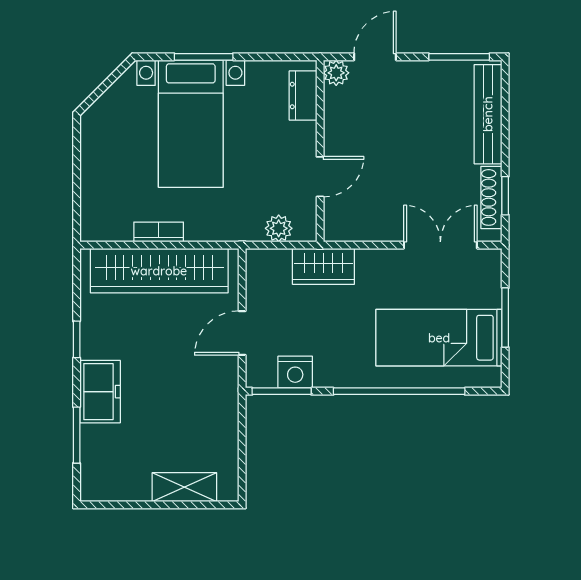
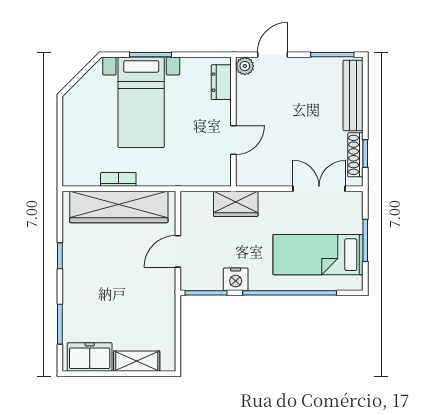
plant: (279, 228) -> (204, 177), removed
nightstand: (295, 372) -> (236, 279), moved
freezer: (100, 392) -> (90, 357), moved, turned -90

